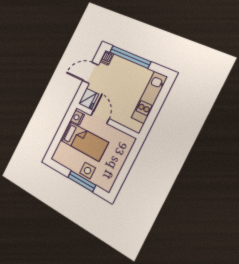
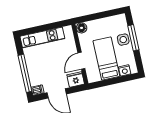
nightstand: (77, 118) -> (125, 70), moved
floor lamp: (129, 141) -> (82, 28), added

